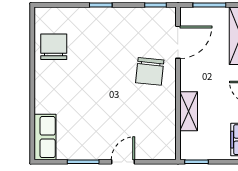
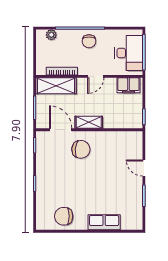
shelving: (189, 111) -> (89, 122), moved
row of seats: (45, 137) -> (104, 222), moved

